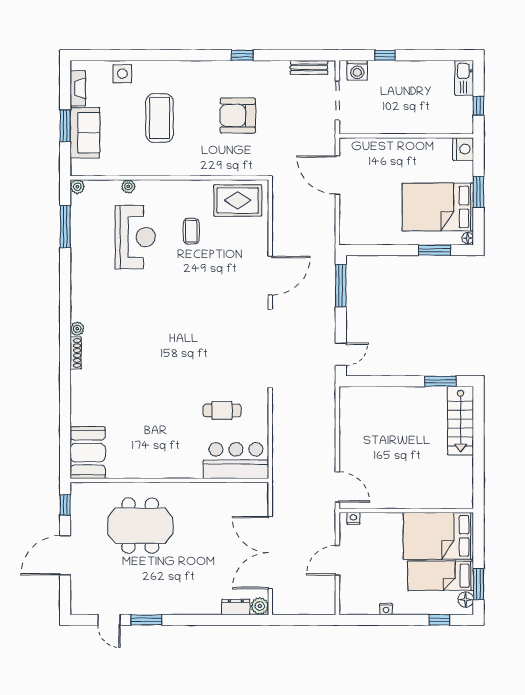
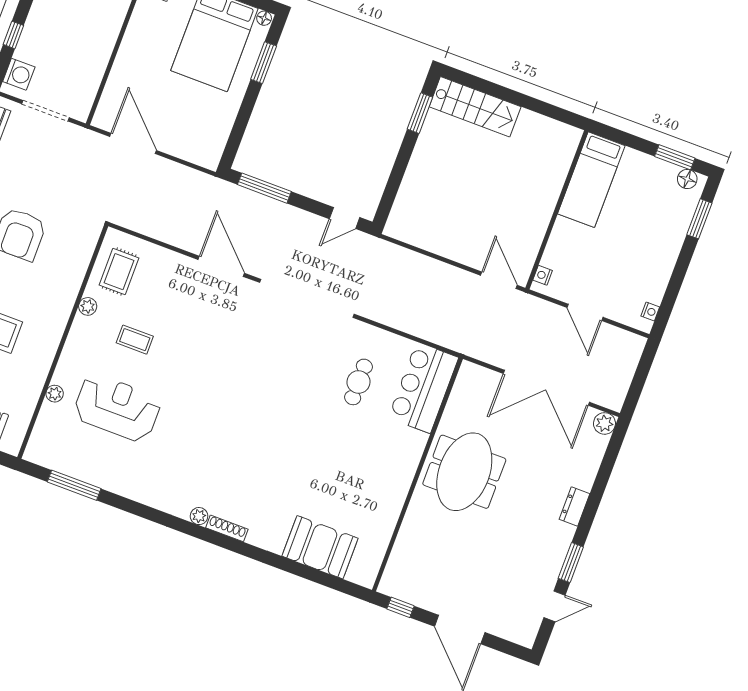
door: (337, 175) -> (133, 143), swing flipped
plant: (77, 187) -> (88, 306), moved
rug: (238, 200) -> (119, 272), width x0.73, depth x0.70
door: (341, 354) -> (345, 218), swing flipped
booth: (88, 453) -> (320, 547), moved
door: (337, 487) -> (499, 280), hinge flipped
meeting table: (140, 526) -> (464, 472), moved
bed: (438, 536) -> (591, 180), width x0.67
bed: (441, 576) -> (648, 198), removed
dresser: (236, 607) -> (575, 507), moved
nightstand: (386, 609) -> (650, 311), moved
window: (439, 620) -> (699, 219), width x1.50

